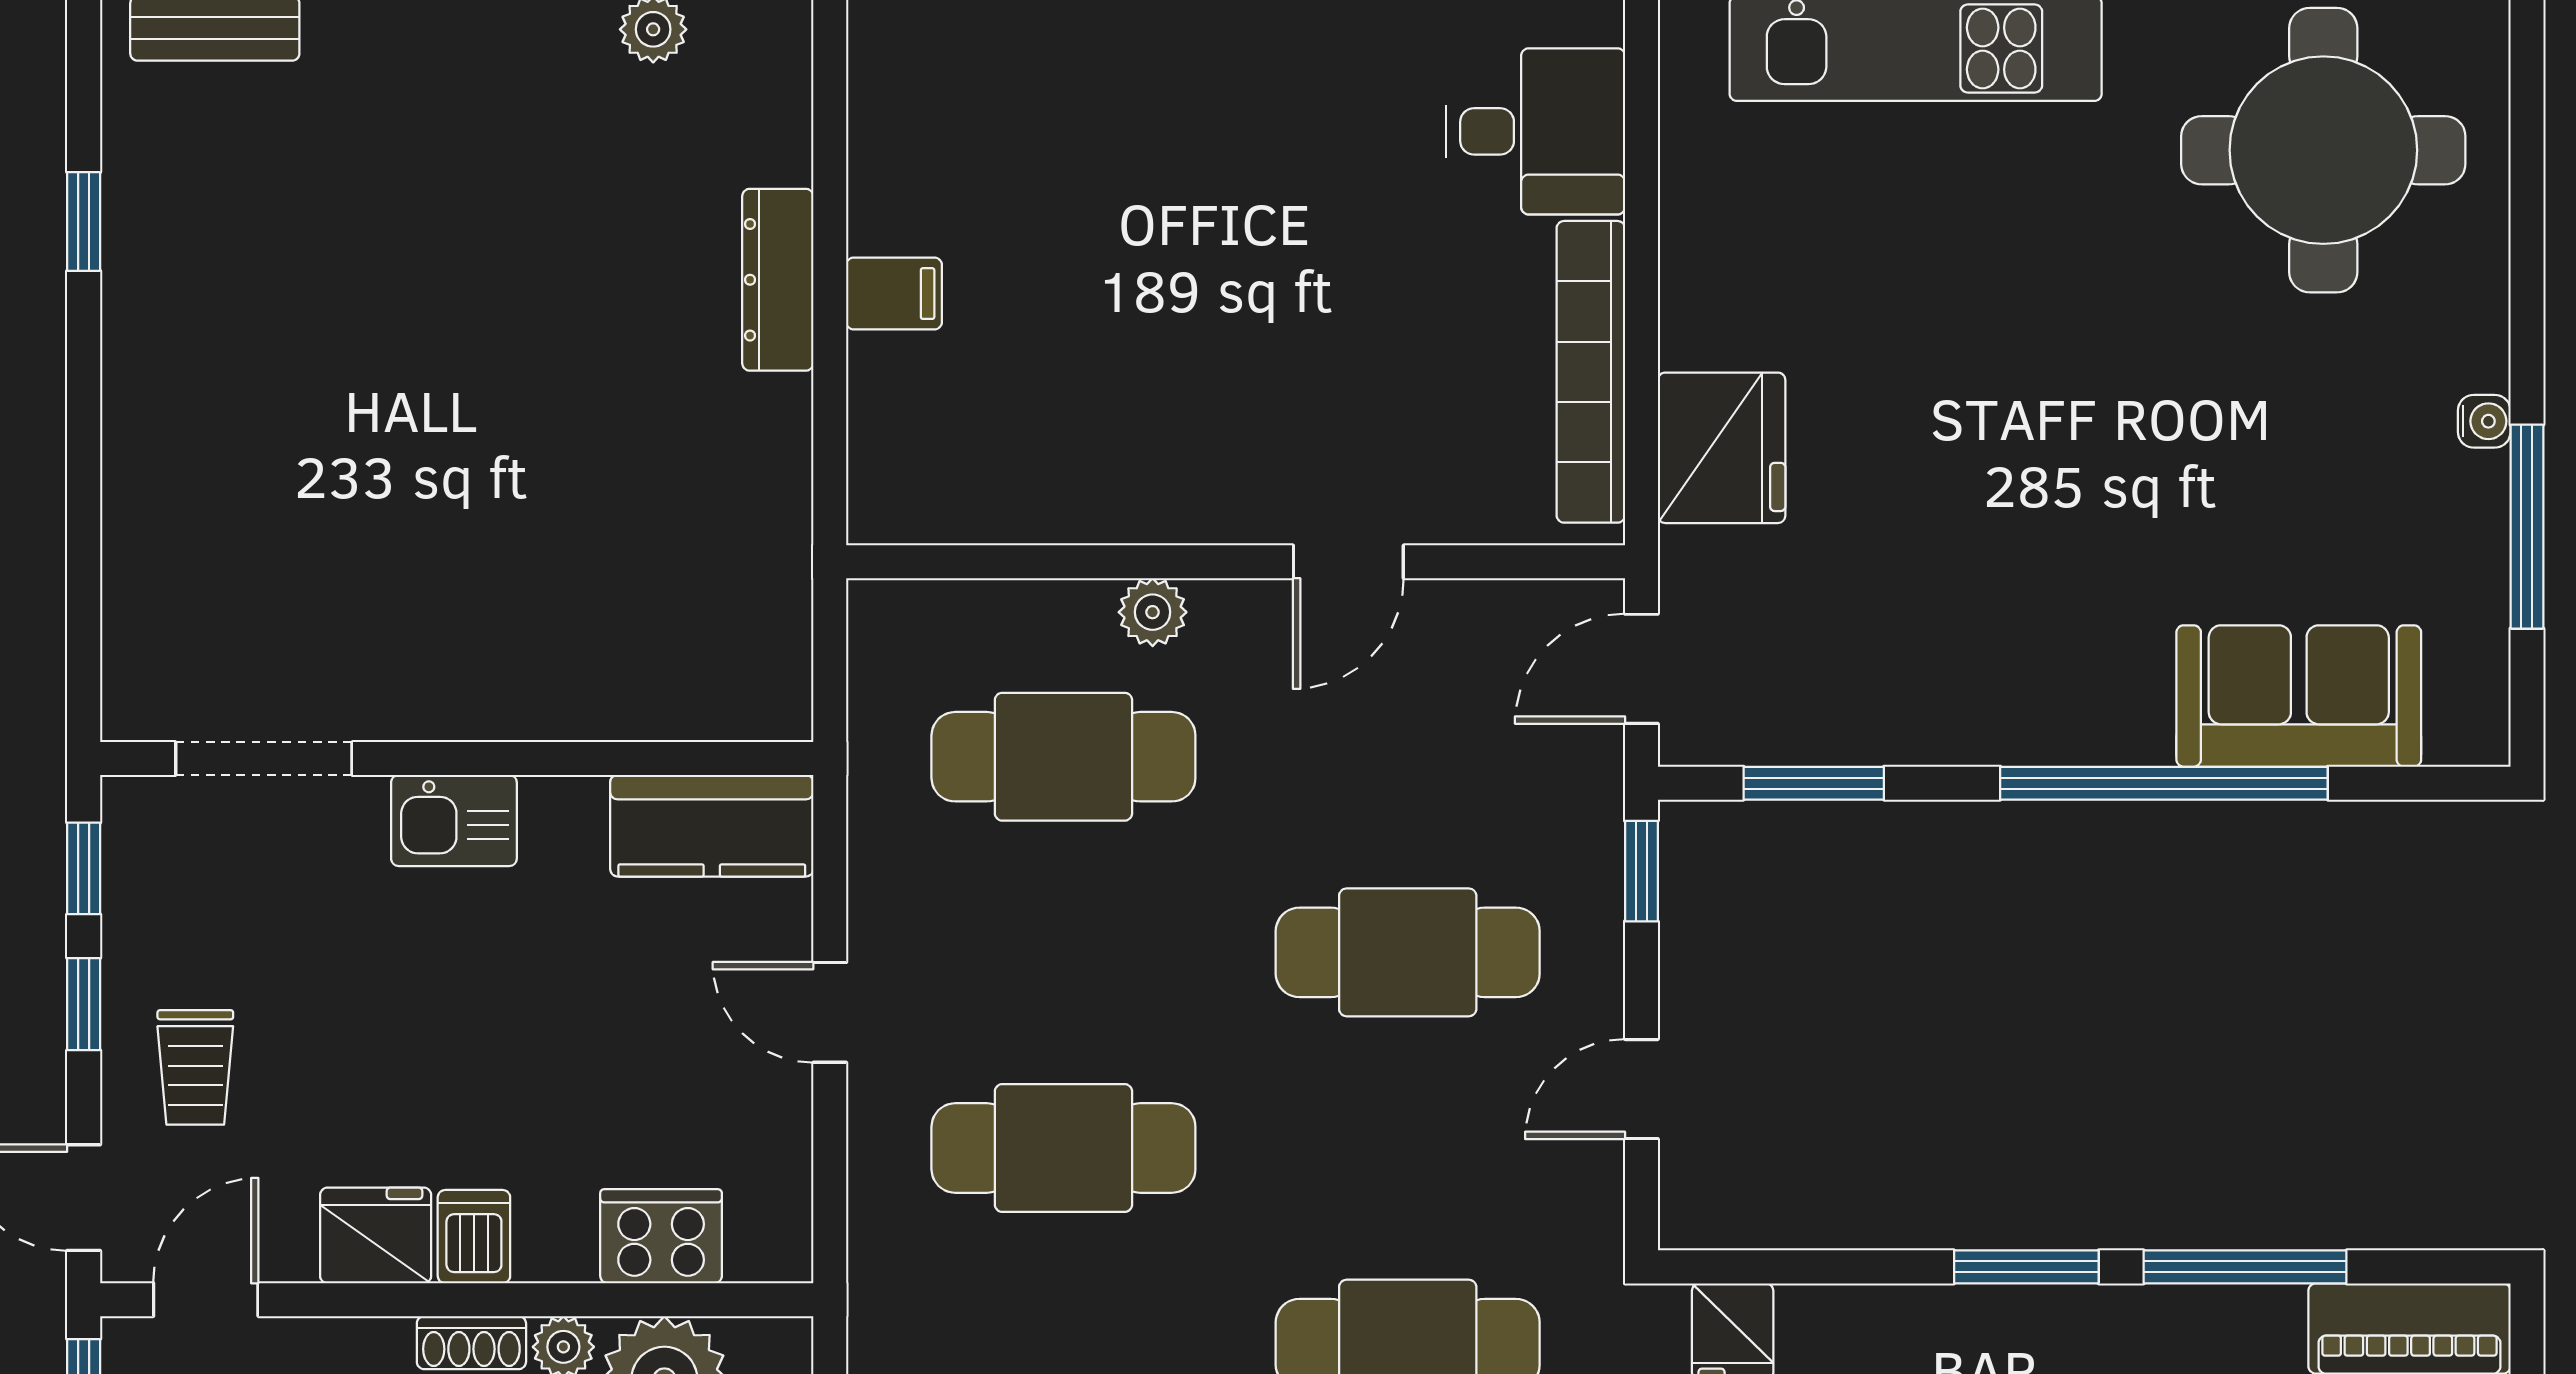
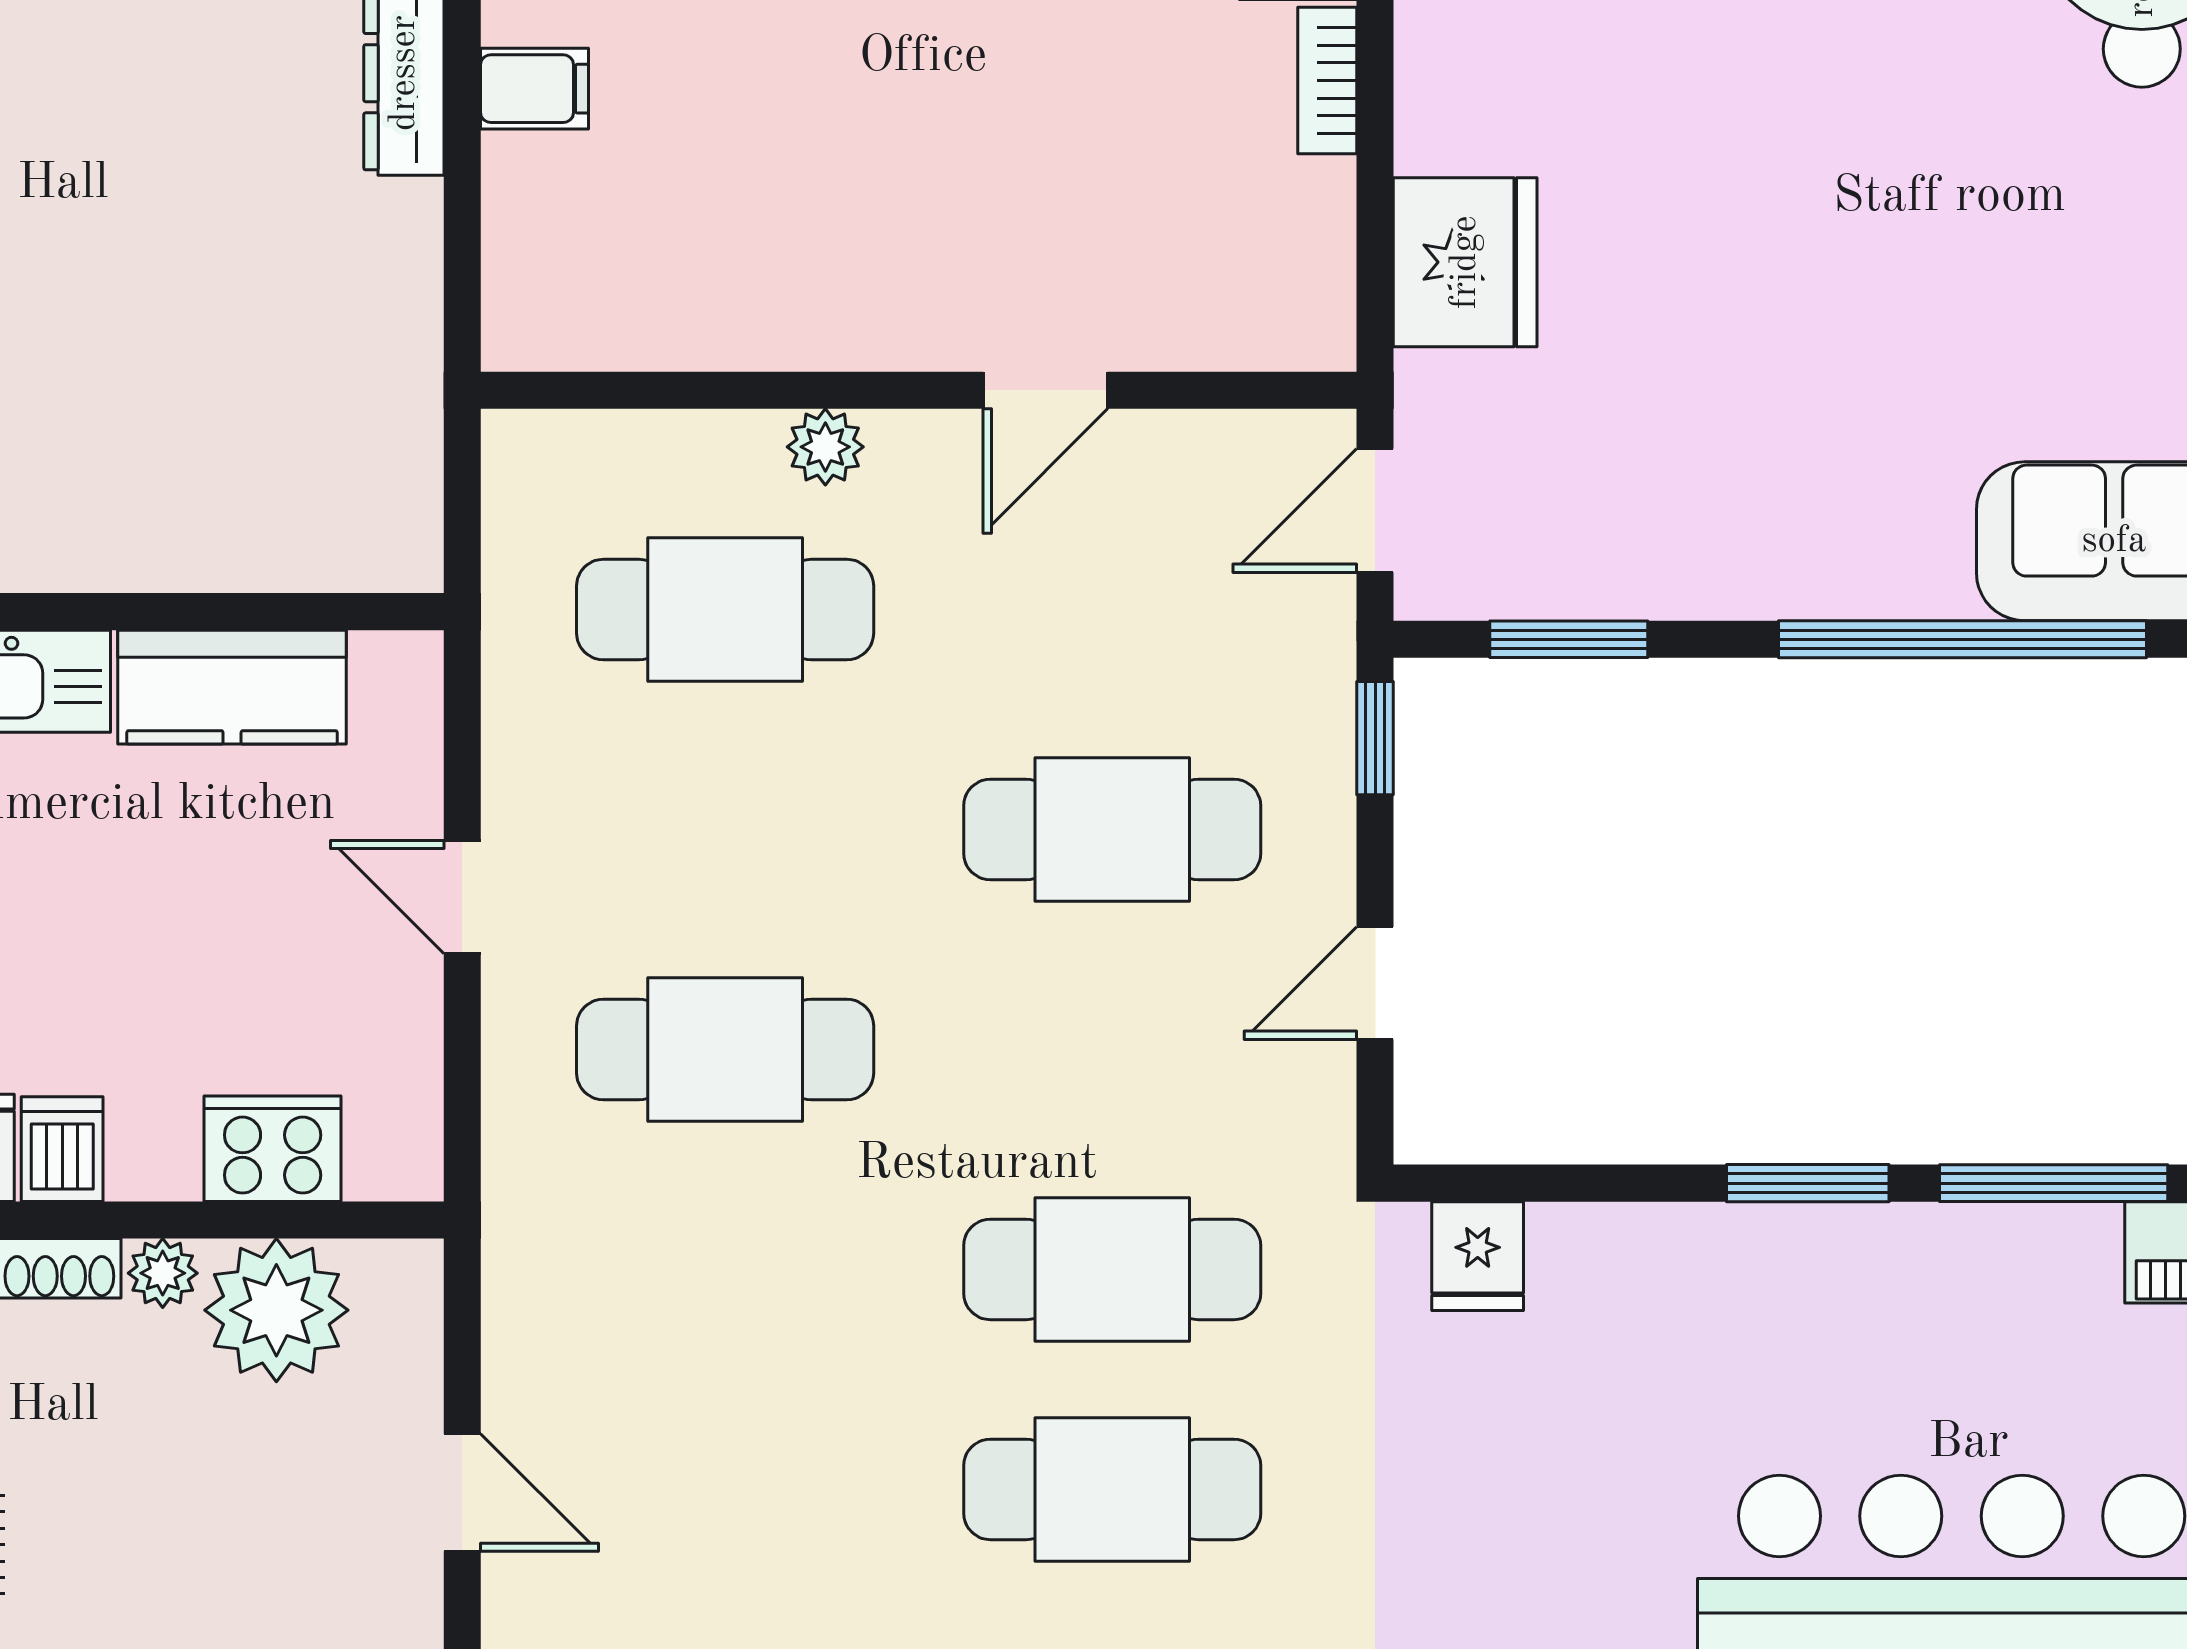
bookcase: (1591, 372) -> (1327, 80), width x0.43, depth x0.76
kitchen counter: (712, 826) -> (232, 687), moved

